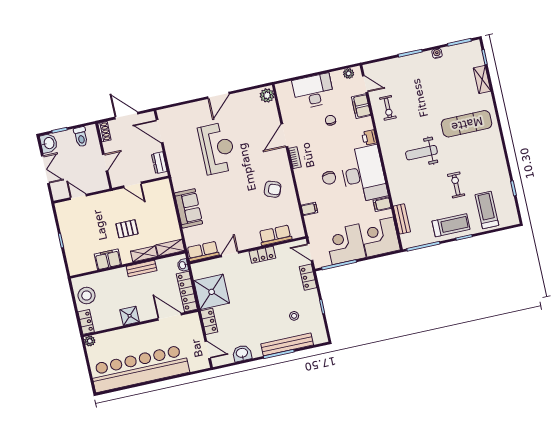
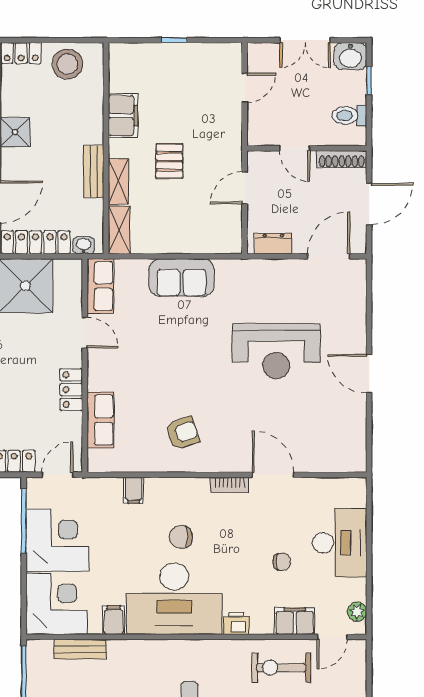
plant: (267, 95) -> (350, 460), removed
exercise bike: (388, 108) -> (281, 668), width x1.38, depth x1.39
shoe rack: (104, 132) -> (342, 159), width x1.43
armchair: (273, 189) -> (183, 433), turned -130

